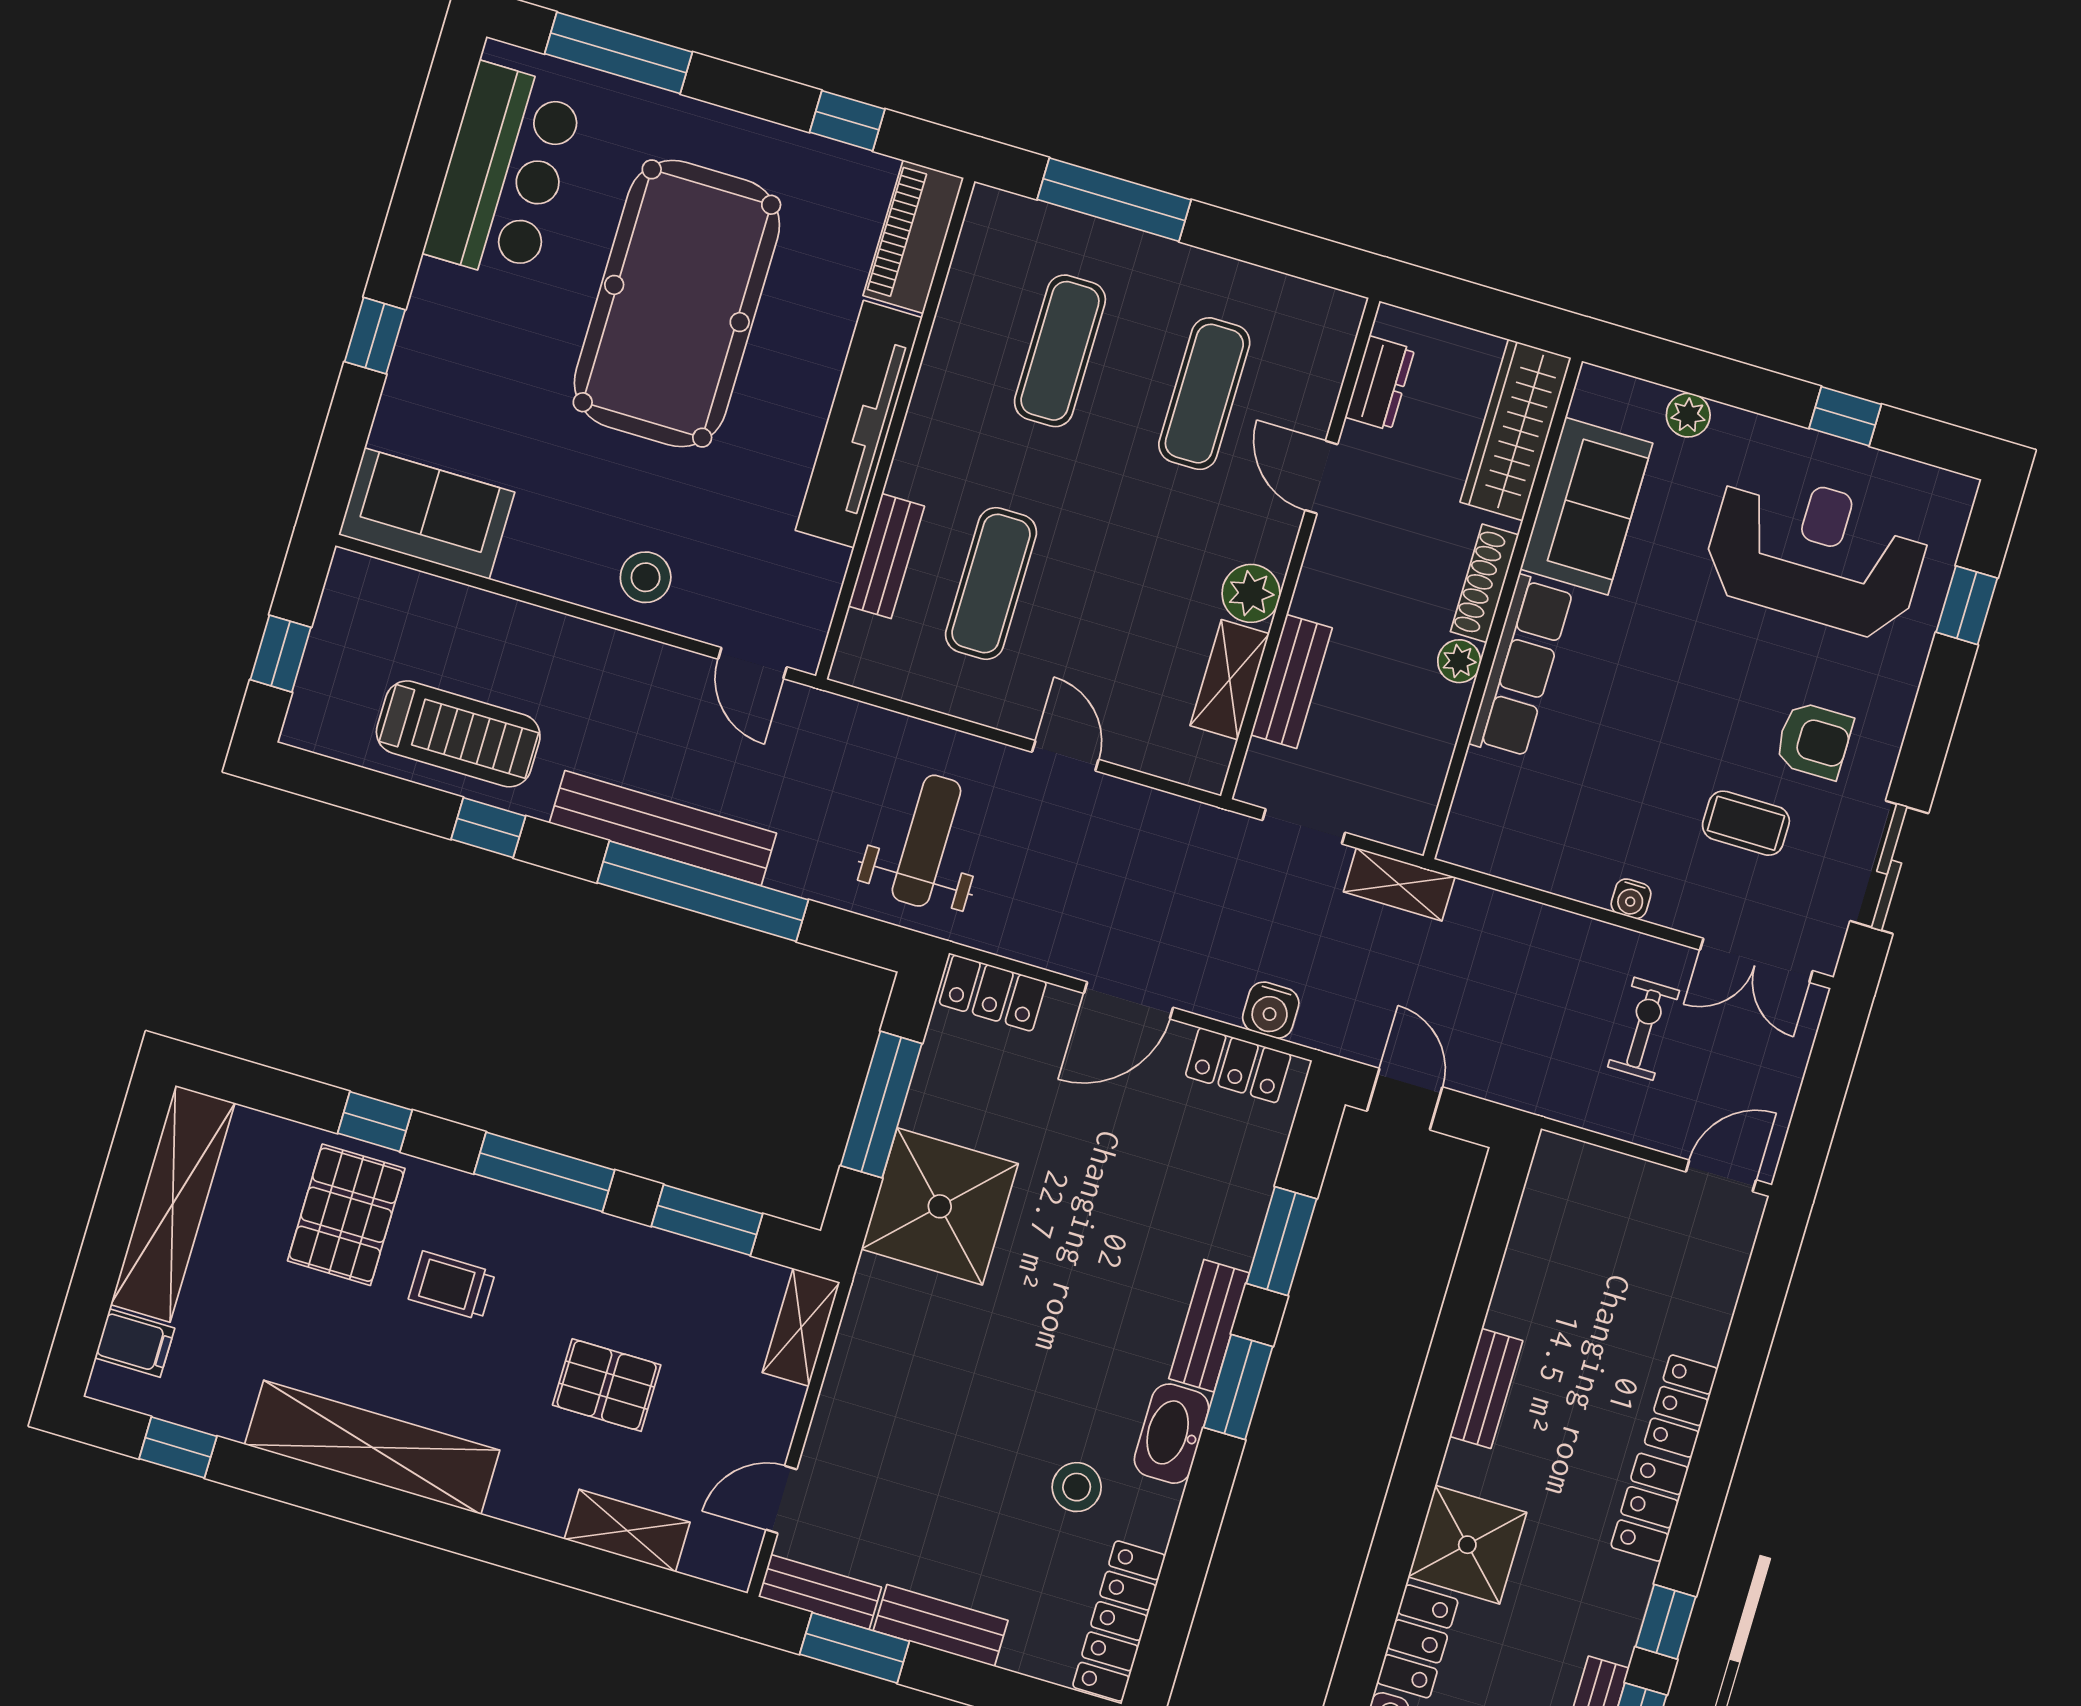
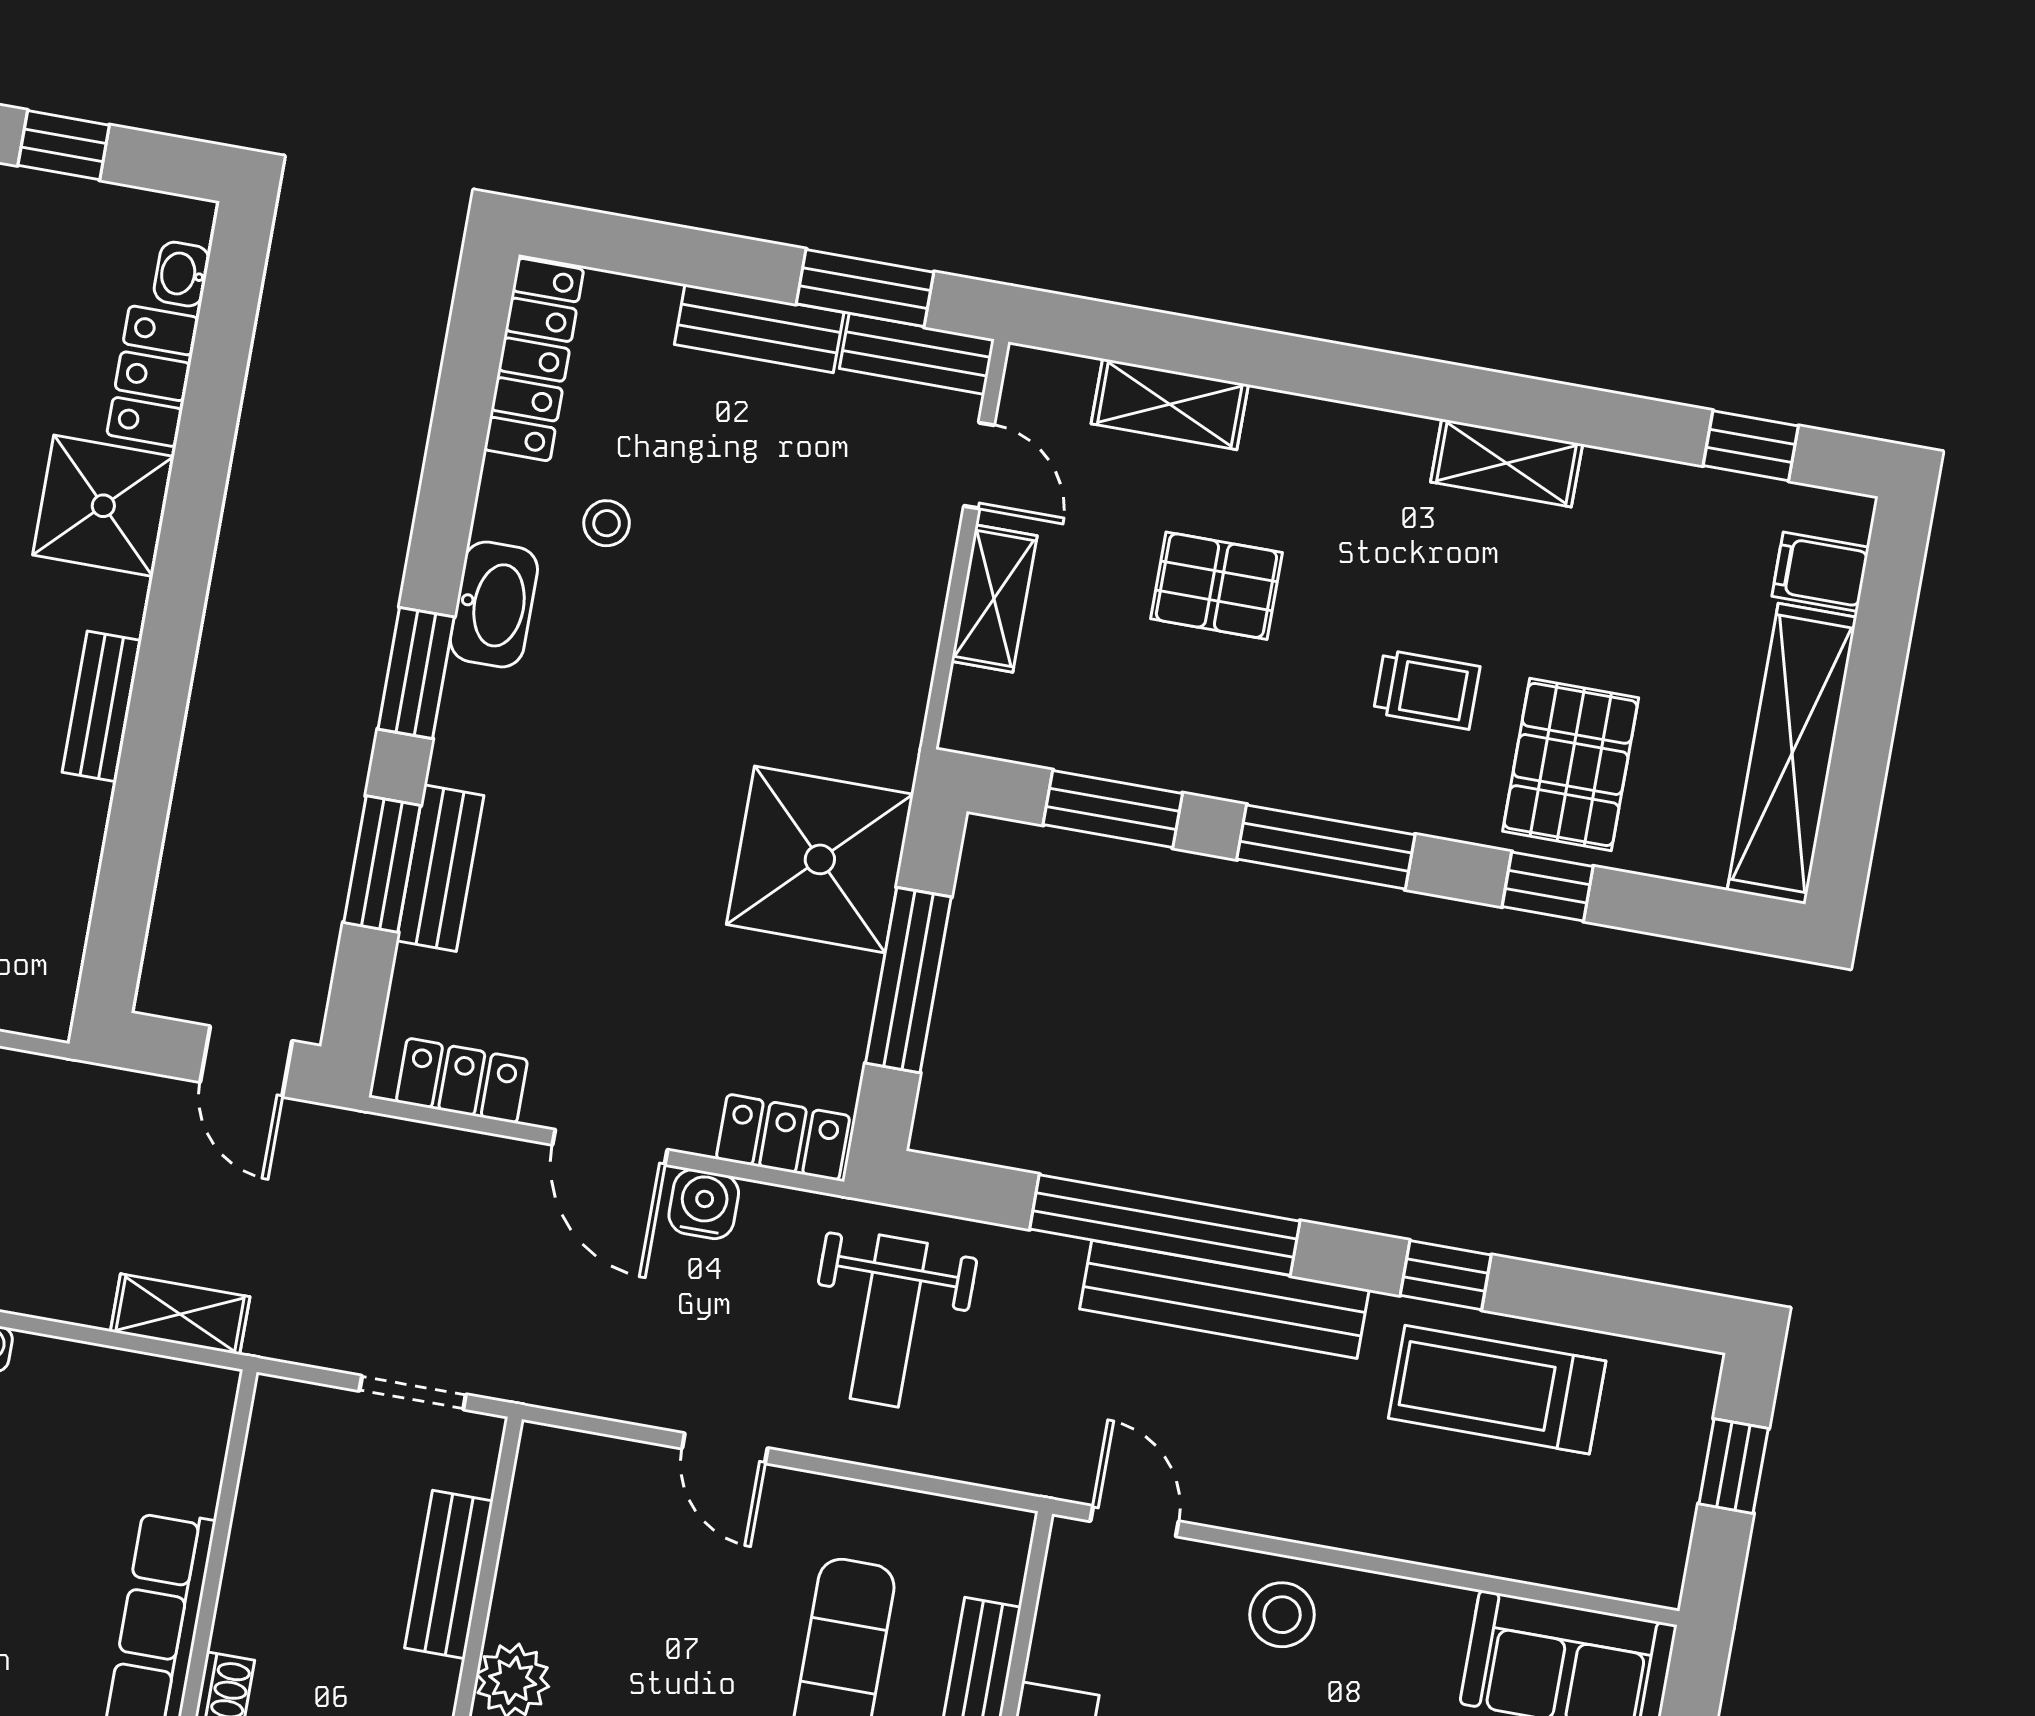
plant: (1459, 661) -> (239, 1624), removed
shelving: (1230, 680) -> (527, 1568), removed
shelving: (1399, 884) -> (180, 1314), moved
door: (1129, 1000) -> (610, 1147), swing flipped
water cooler: (1271, 1010) -> (704, 1204), moved
bench: (1209, 1326) -> (440, 868), moved
shelving: (801, 1327) -> (994, 598), moved
shelving: (372, 1447) -> (1507, 463), width x0.45, depth x0.75
stool: (1077, 1487) -> (607, 523), width x0.73, depth x0.73
door: (781, 1499) -> (979, 466), hinge flipped

